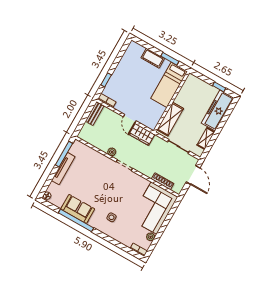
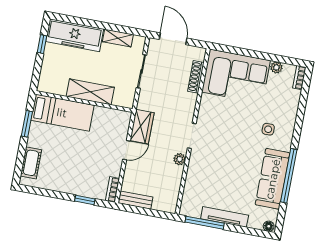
cot: (153, 58) -> (31, 163), moved
shelving: (170, 119) -> (90, 92), moved
door: (193, 175) -> (173, 39), hinge flipped
sofa: (78, 209) -> (273, 179), width x1.36

